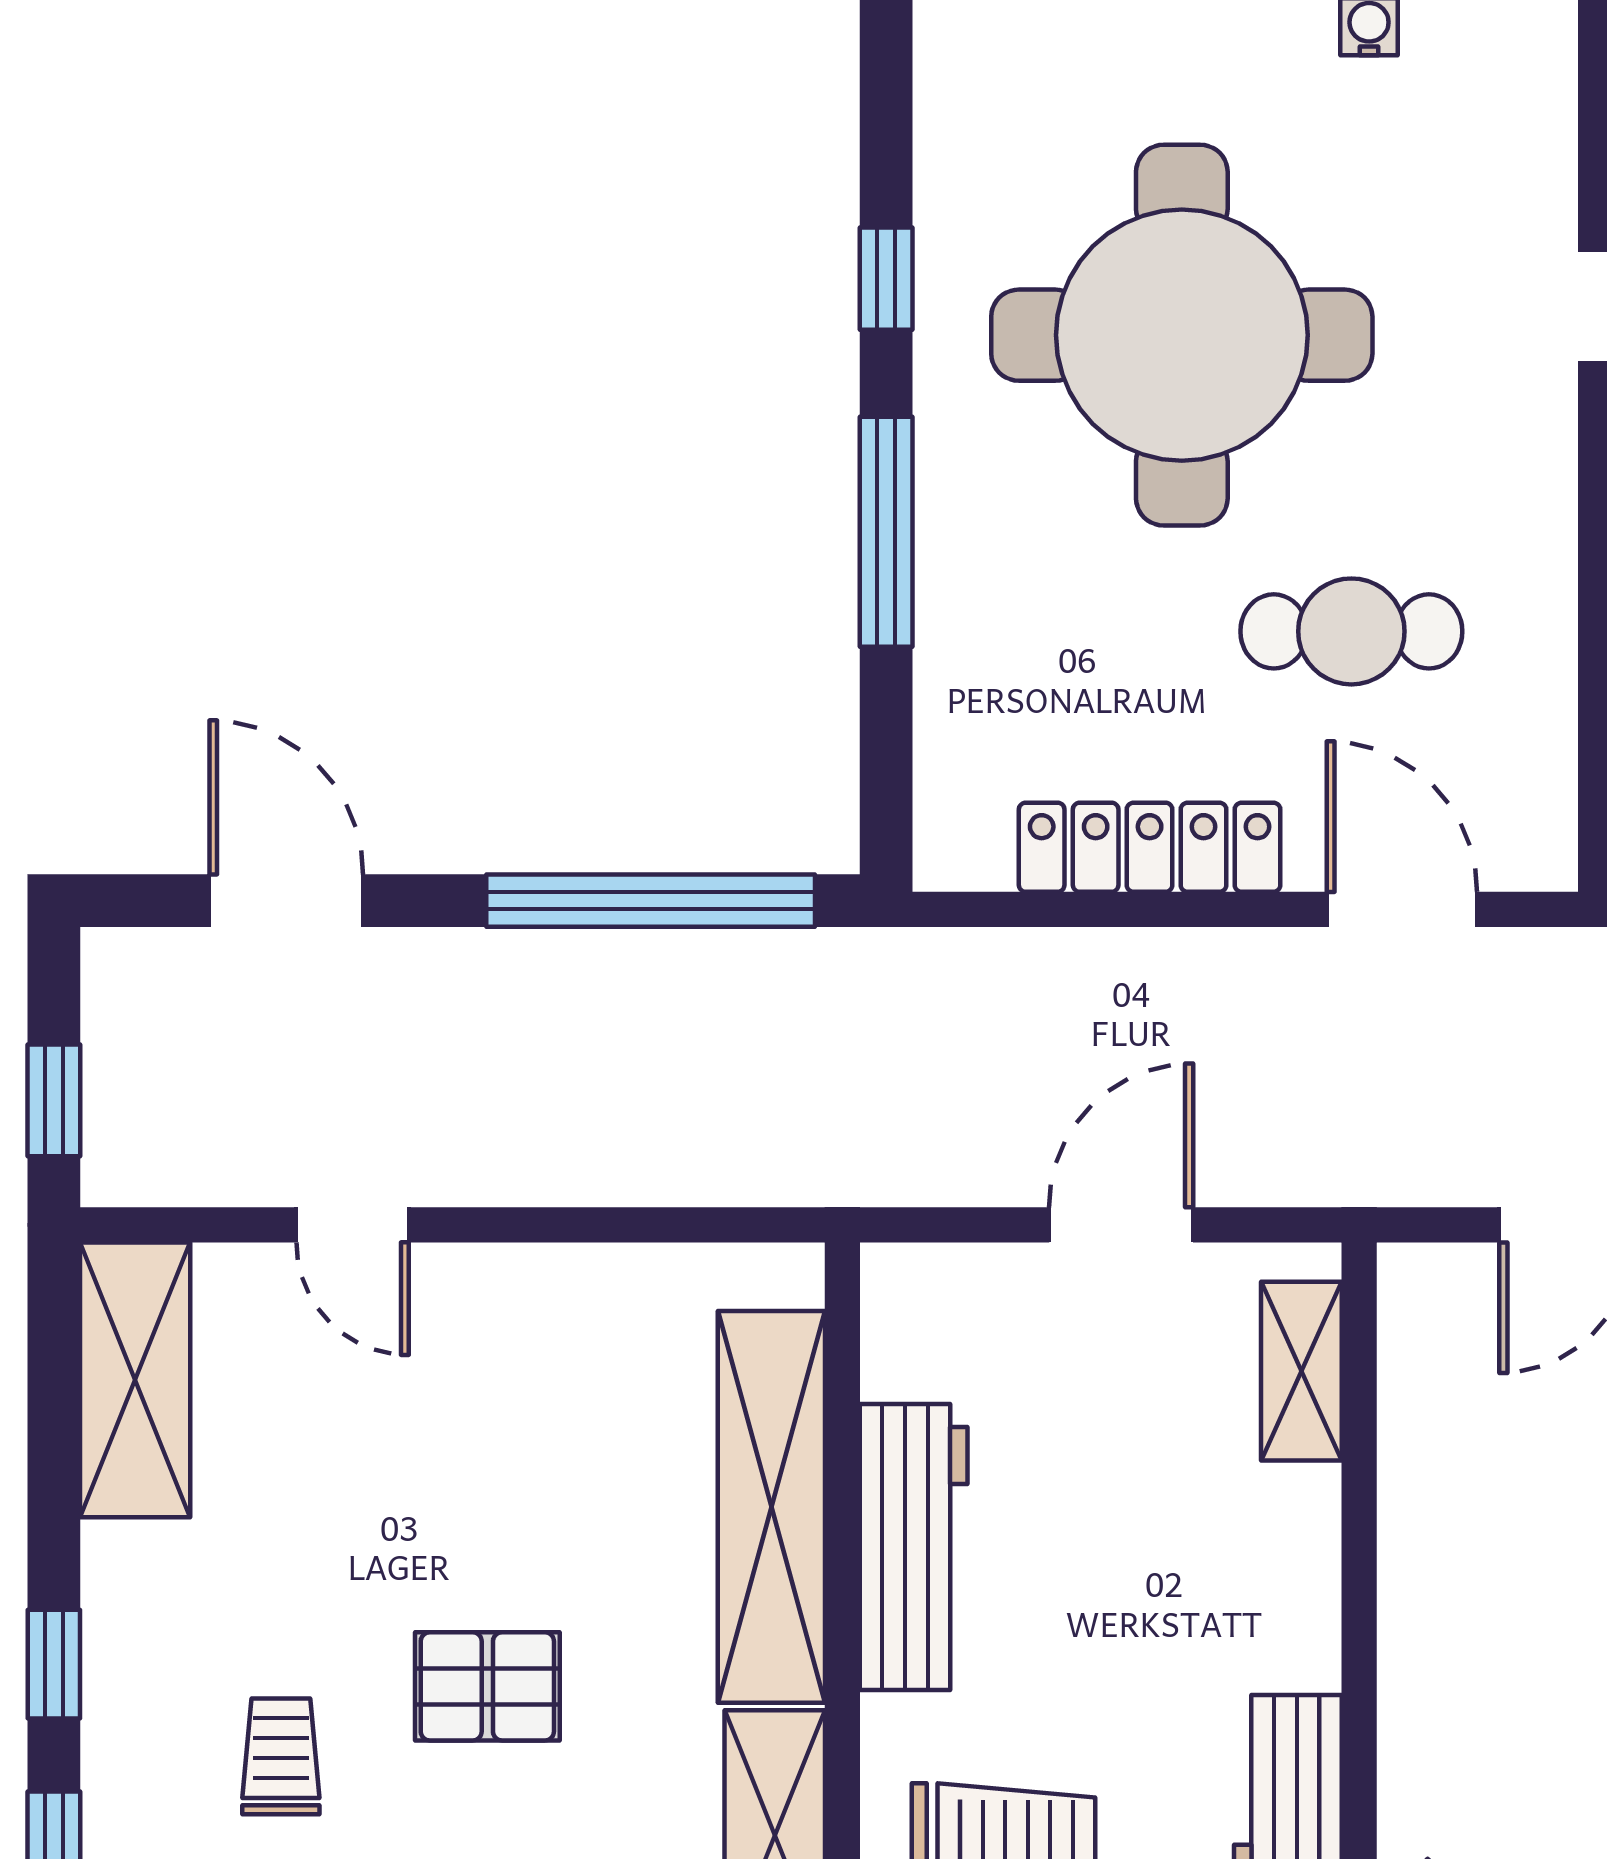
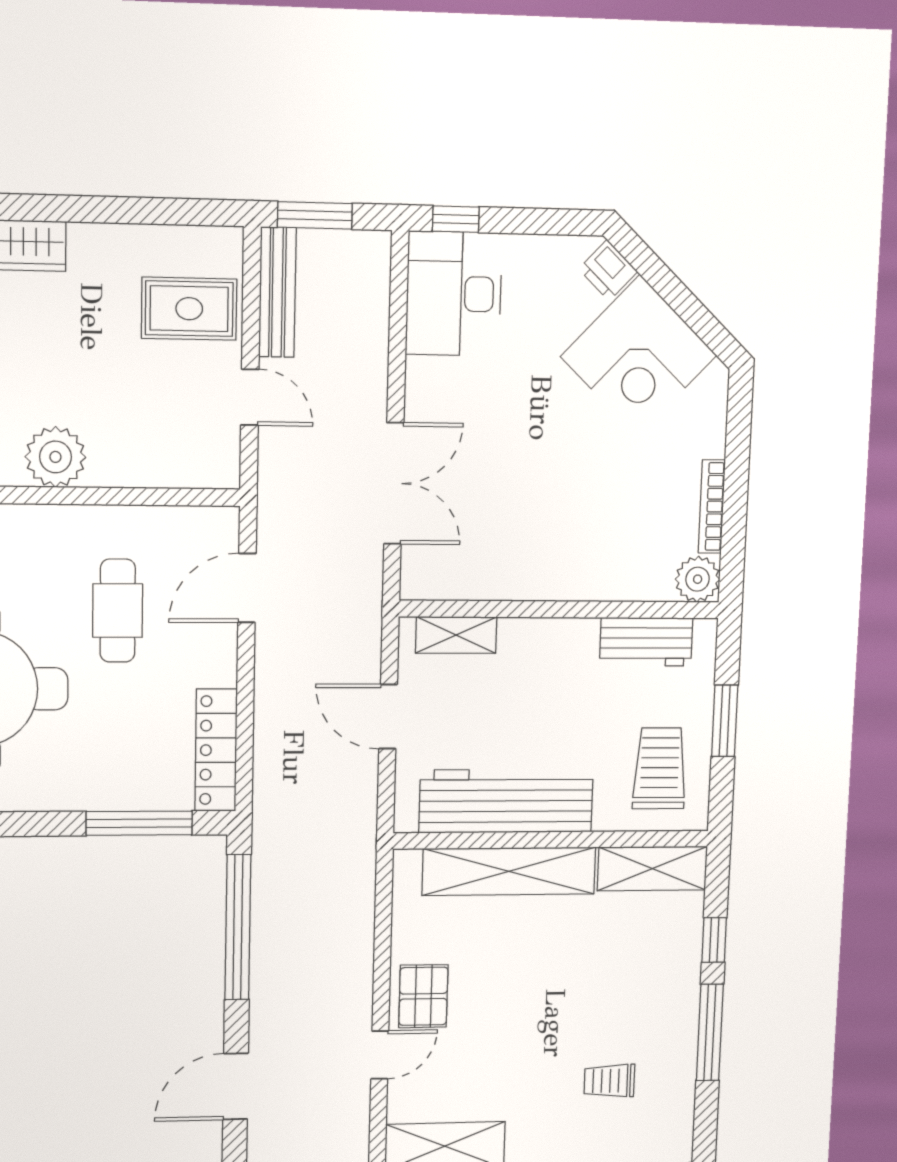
window: (886, 532) -> (139, 823), moved
locker: (1150, 847) -> (216, 750), moved
workbench: (914, 1547) -> (506, 801), width x1.36, depth x1.32
pallet: (487, 1686) -> (423, 996), moved

